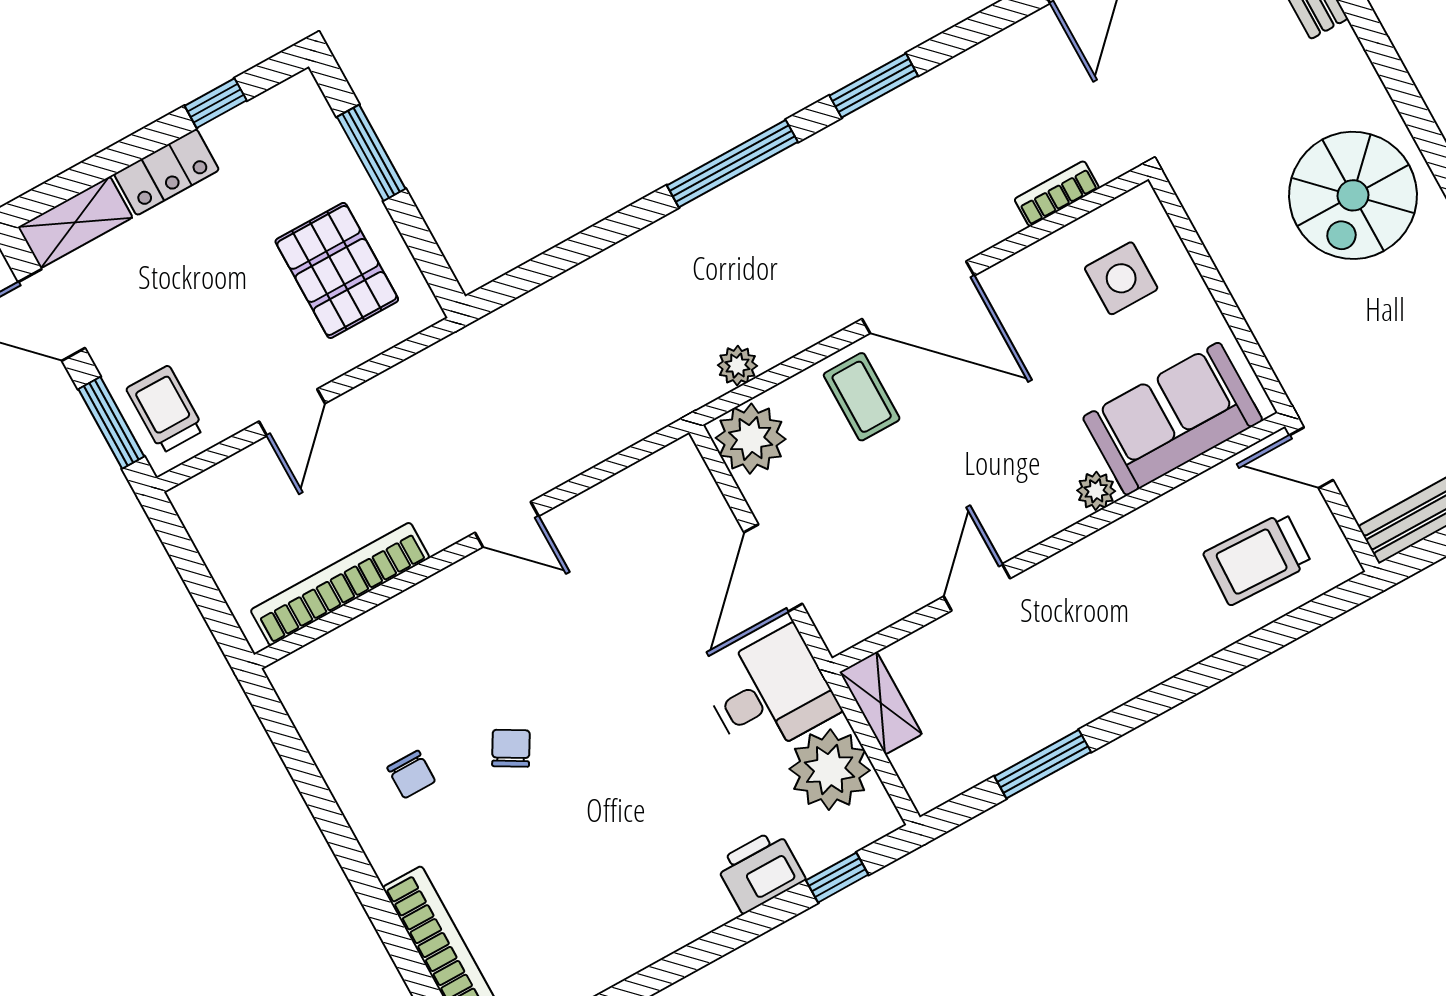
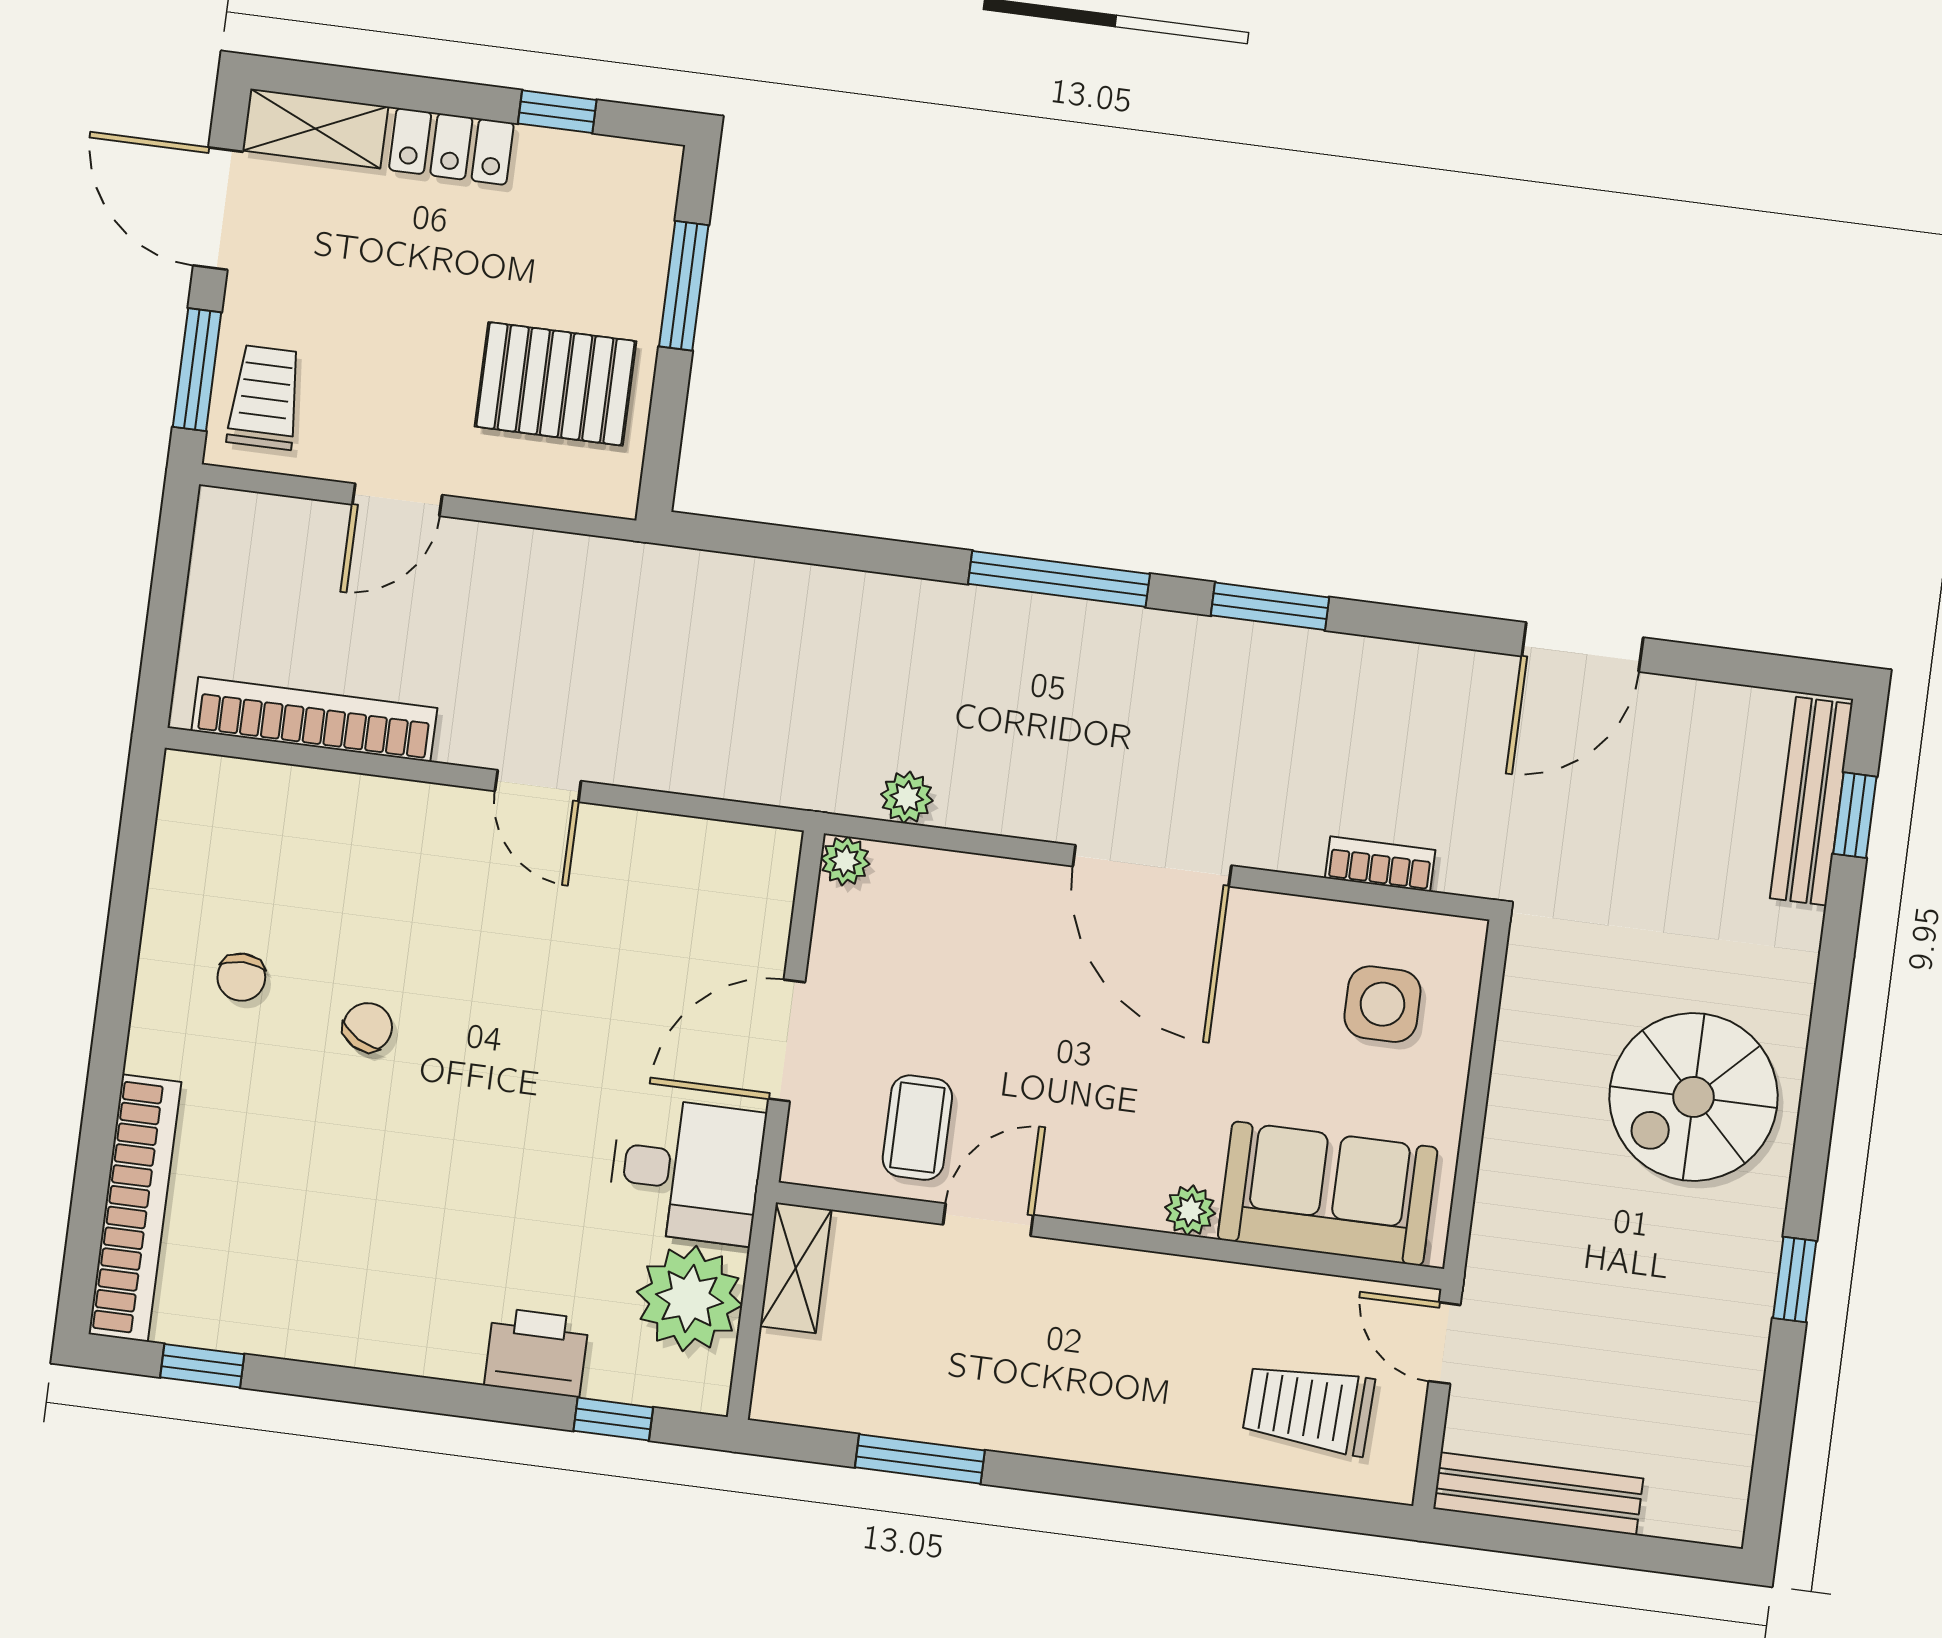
pallet: (337, 270) -> (556, 384), turned 90
coffee table: (862, 397) -> (917, 1128), moved
plant: (751, 439) -> (845, 861), width x0.53, depth x0.53

